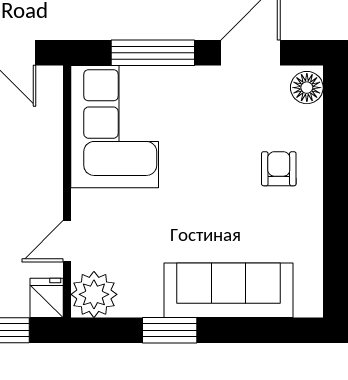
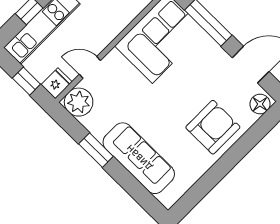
armchair: (279, 169) -> (213, 127), width x1.88, depth x1.88

